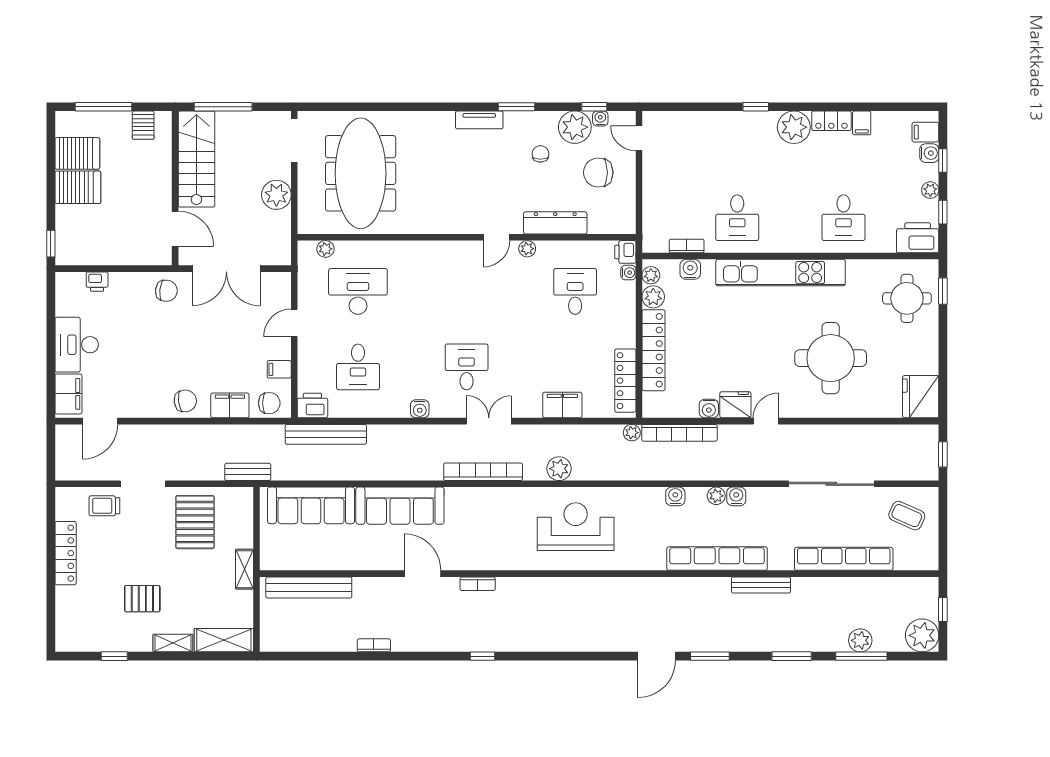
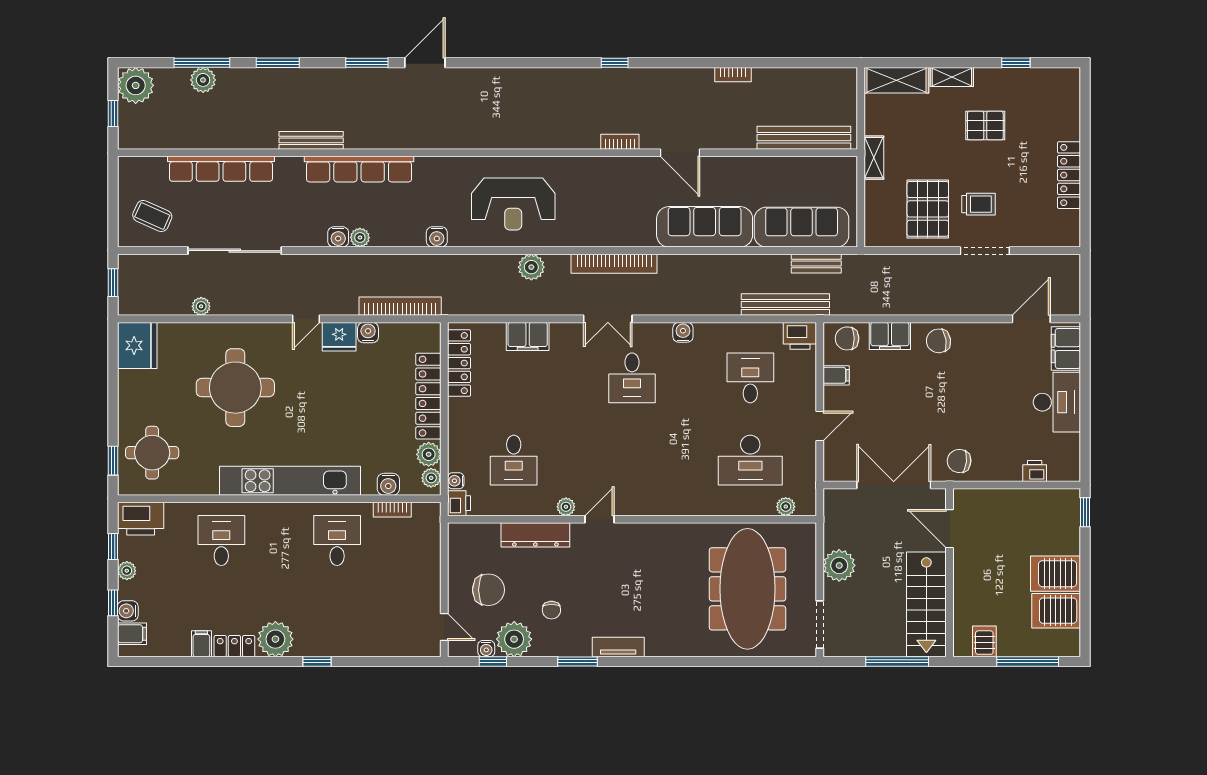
plant: (632, 433) -> (201, 306), moved
bench: (248, 472) -> (816, 264), moved
water cooler: (675, 496) -> (437, 237), moved
trolley: (104, 506) -> (979, 204), moved

